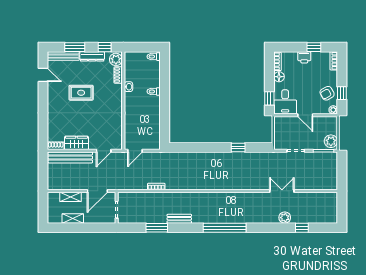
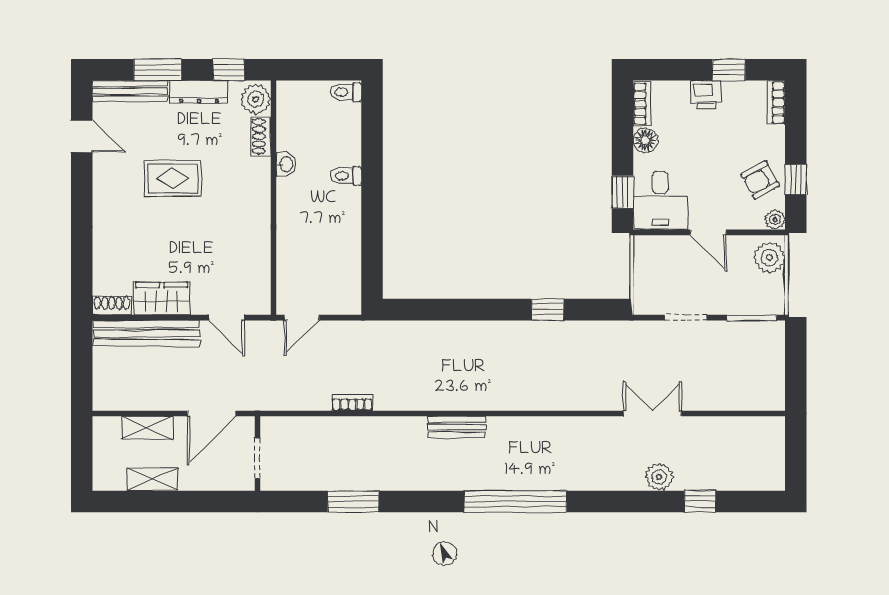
plant: (331, 141) -> (769, 257), moved
door: (104, 151) -> (227, 318), hinge flipped
bench: (179, 219) -> (457, 427), moved

